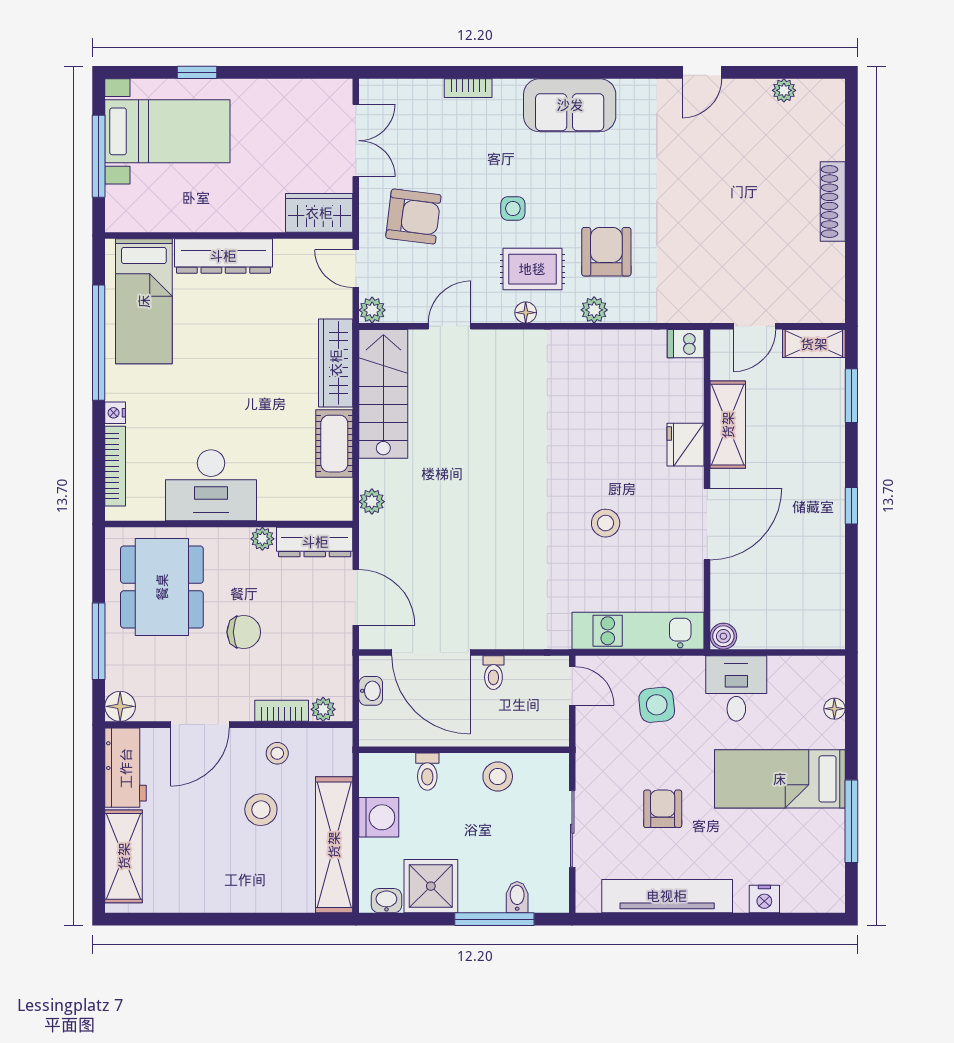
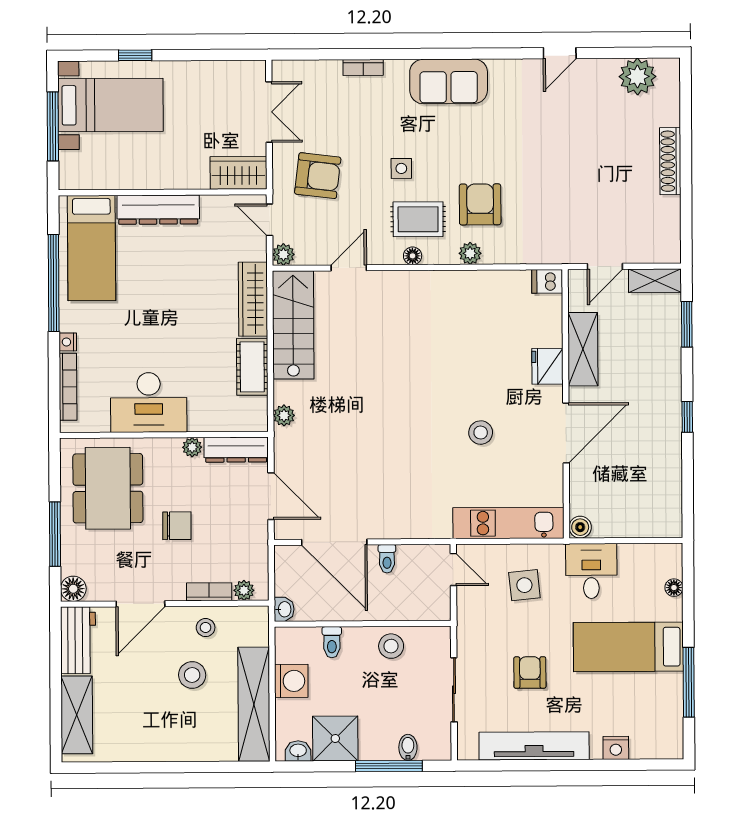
plant: (784, 90) -> (637, 77), width x1.88, depth x1.88
washbasin: (371, 691) -> (284, 609), moved

